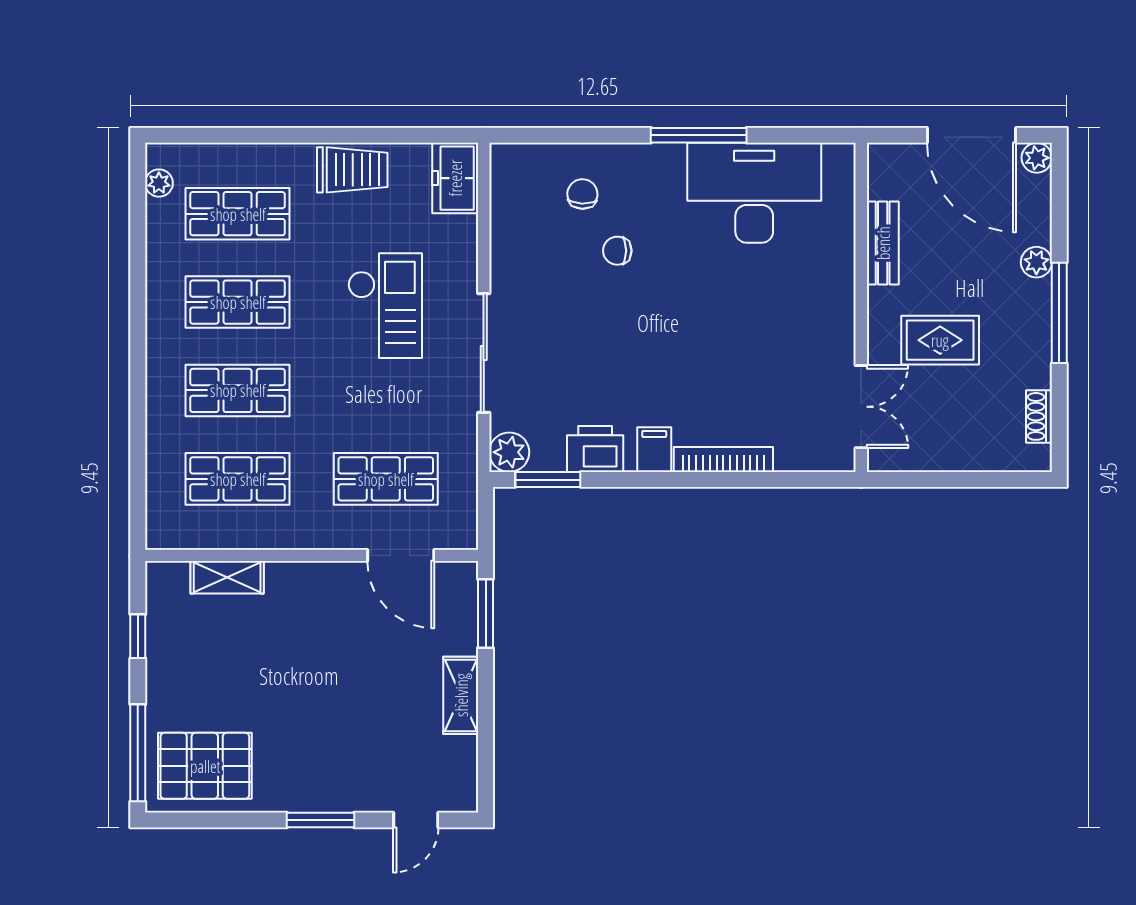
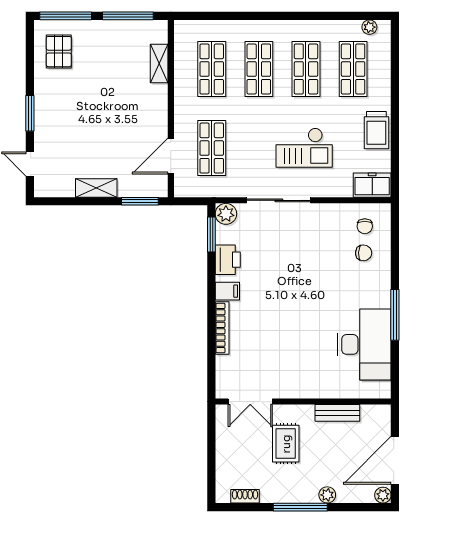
chair: (617, 251) -> (365, 226), moved, turned 180
window: (138, 636) -> (128, 16), width x2.17
pallet: (205, 766) -> (59, 52), width x0.67, depth x0.71

